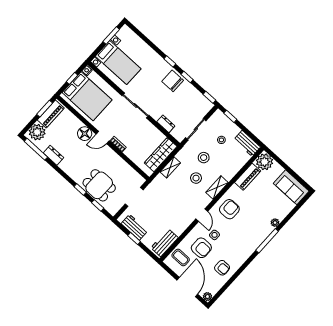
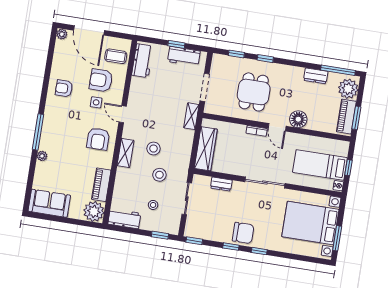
bed with nightstands: (118, 62) -> (310, 223), width x1.36
bed: (87, 96) -> (320, 165), width x0.67
door: (103, 138) -> (277, 127), swing flipped
shelving: (170, 167) -> (191, 116), moved
dining table: (99, 185) -> (254, 92), moved, turned 90
armchair: (222, 268) -> (64, 88), moved

